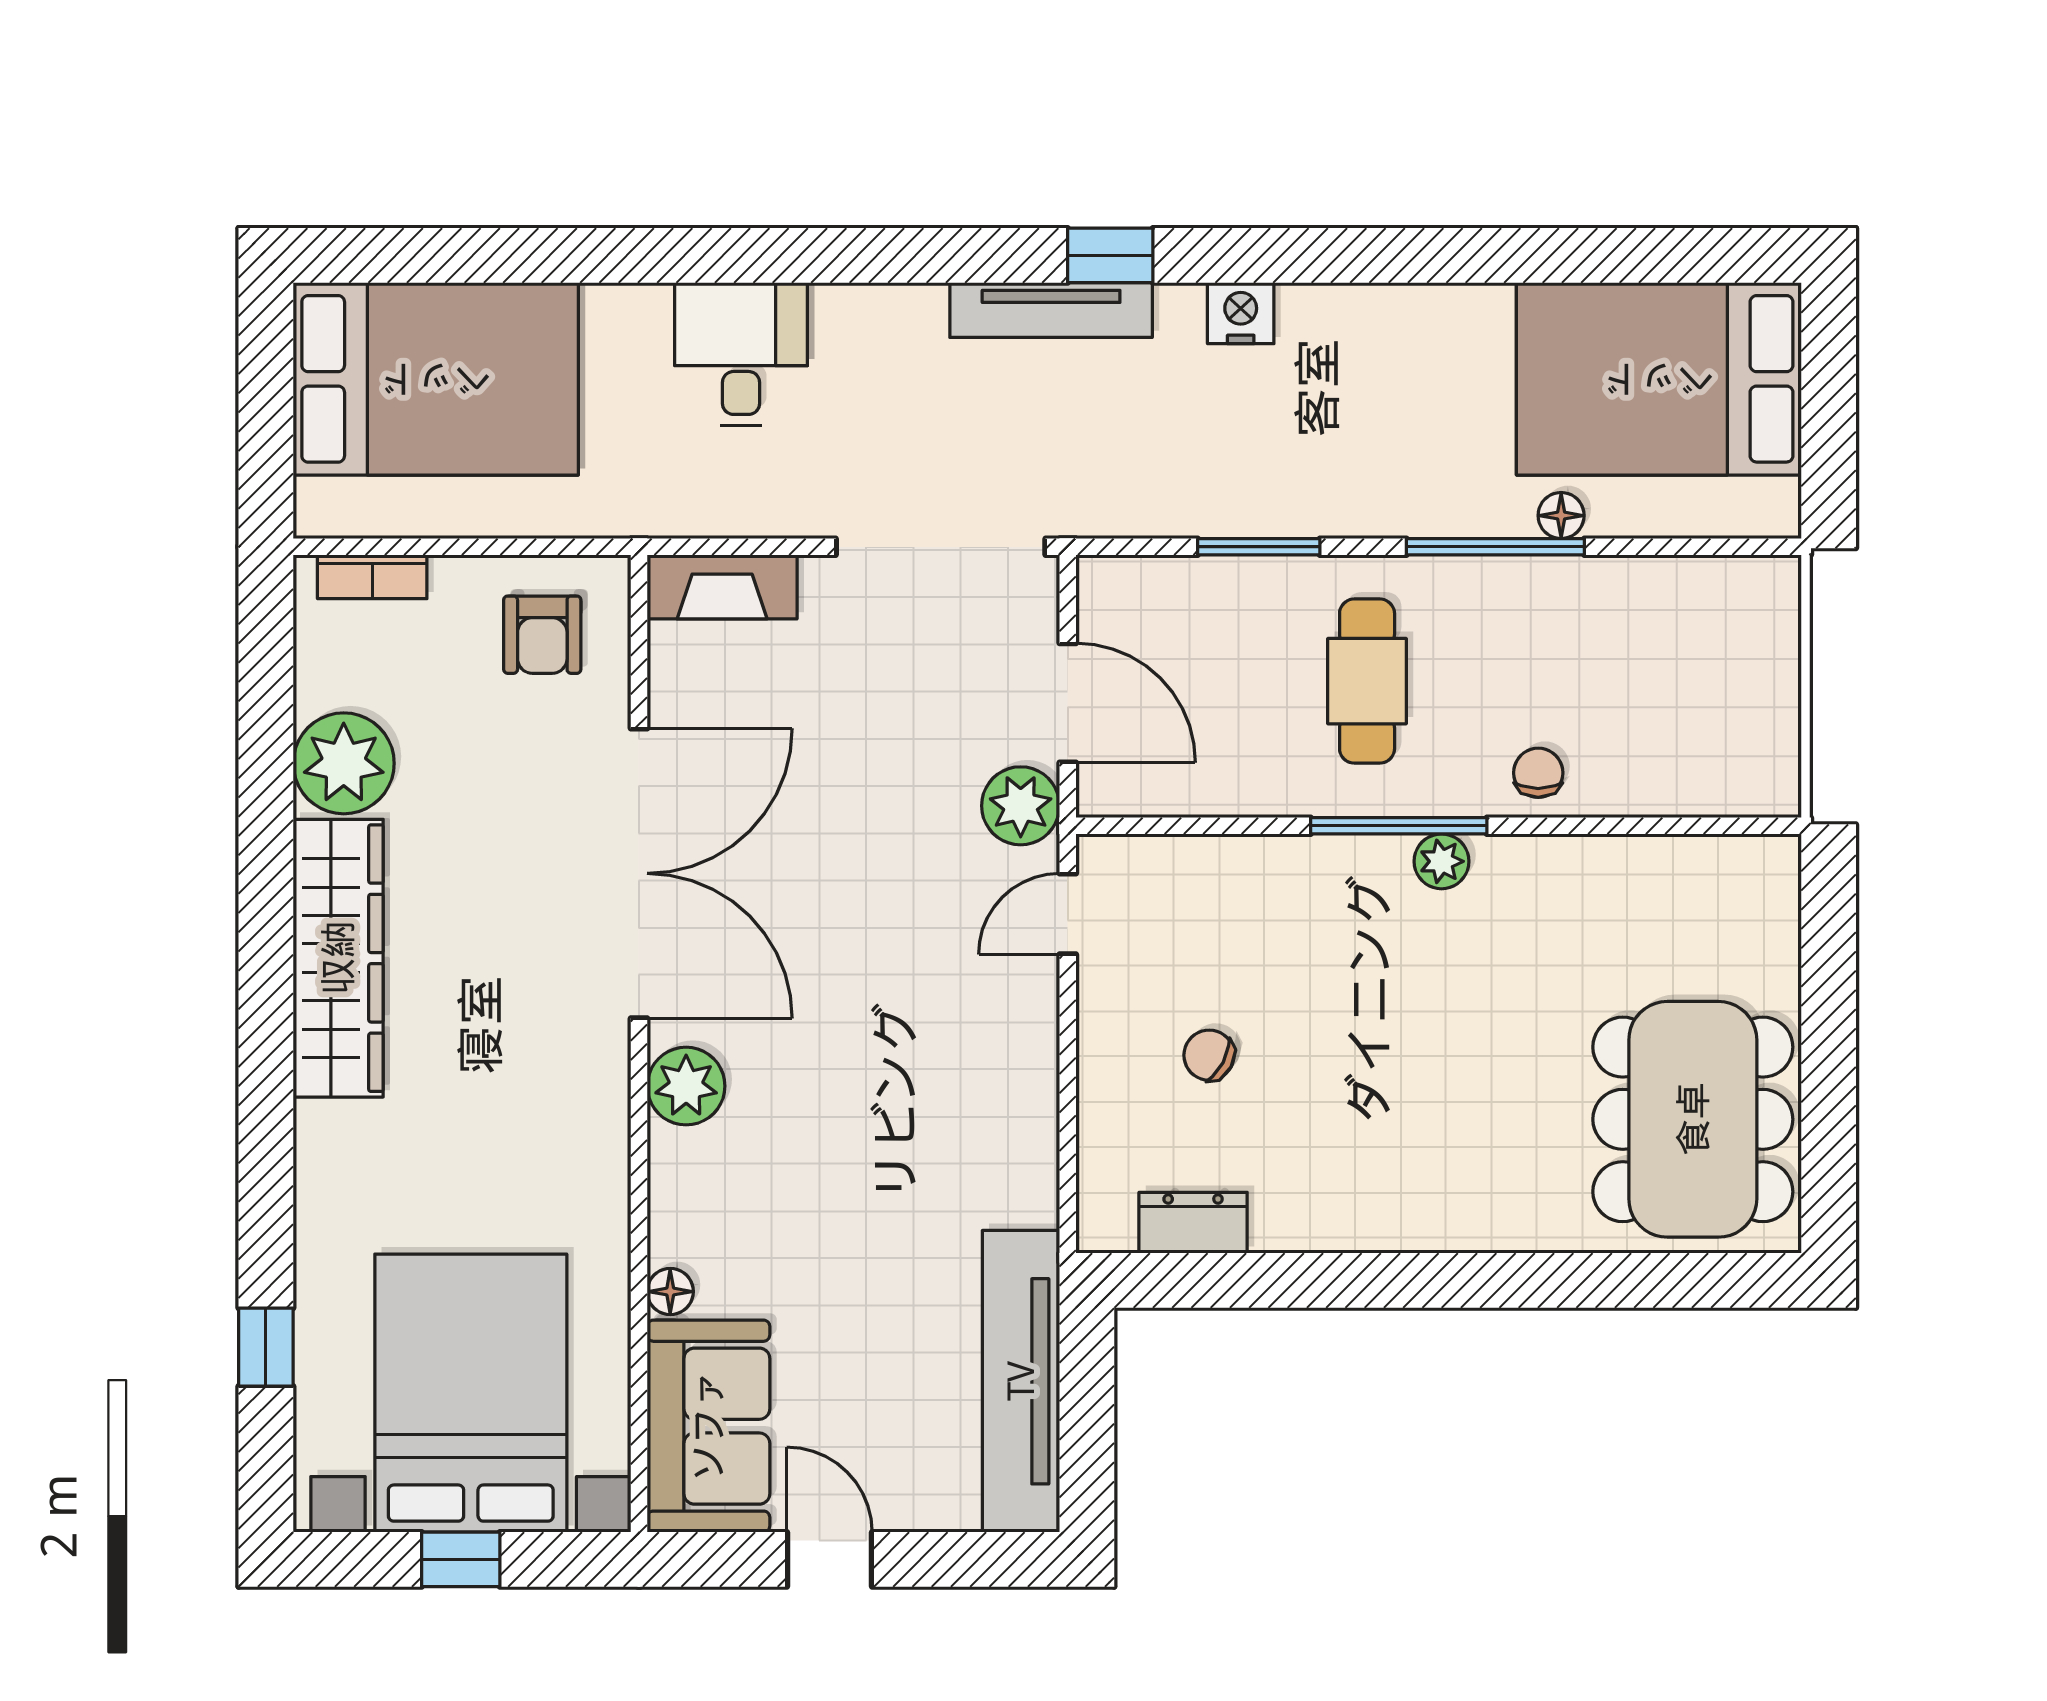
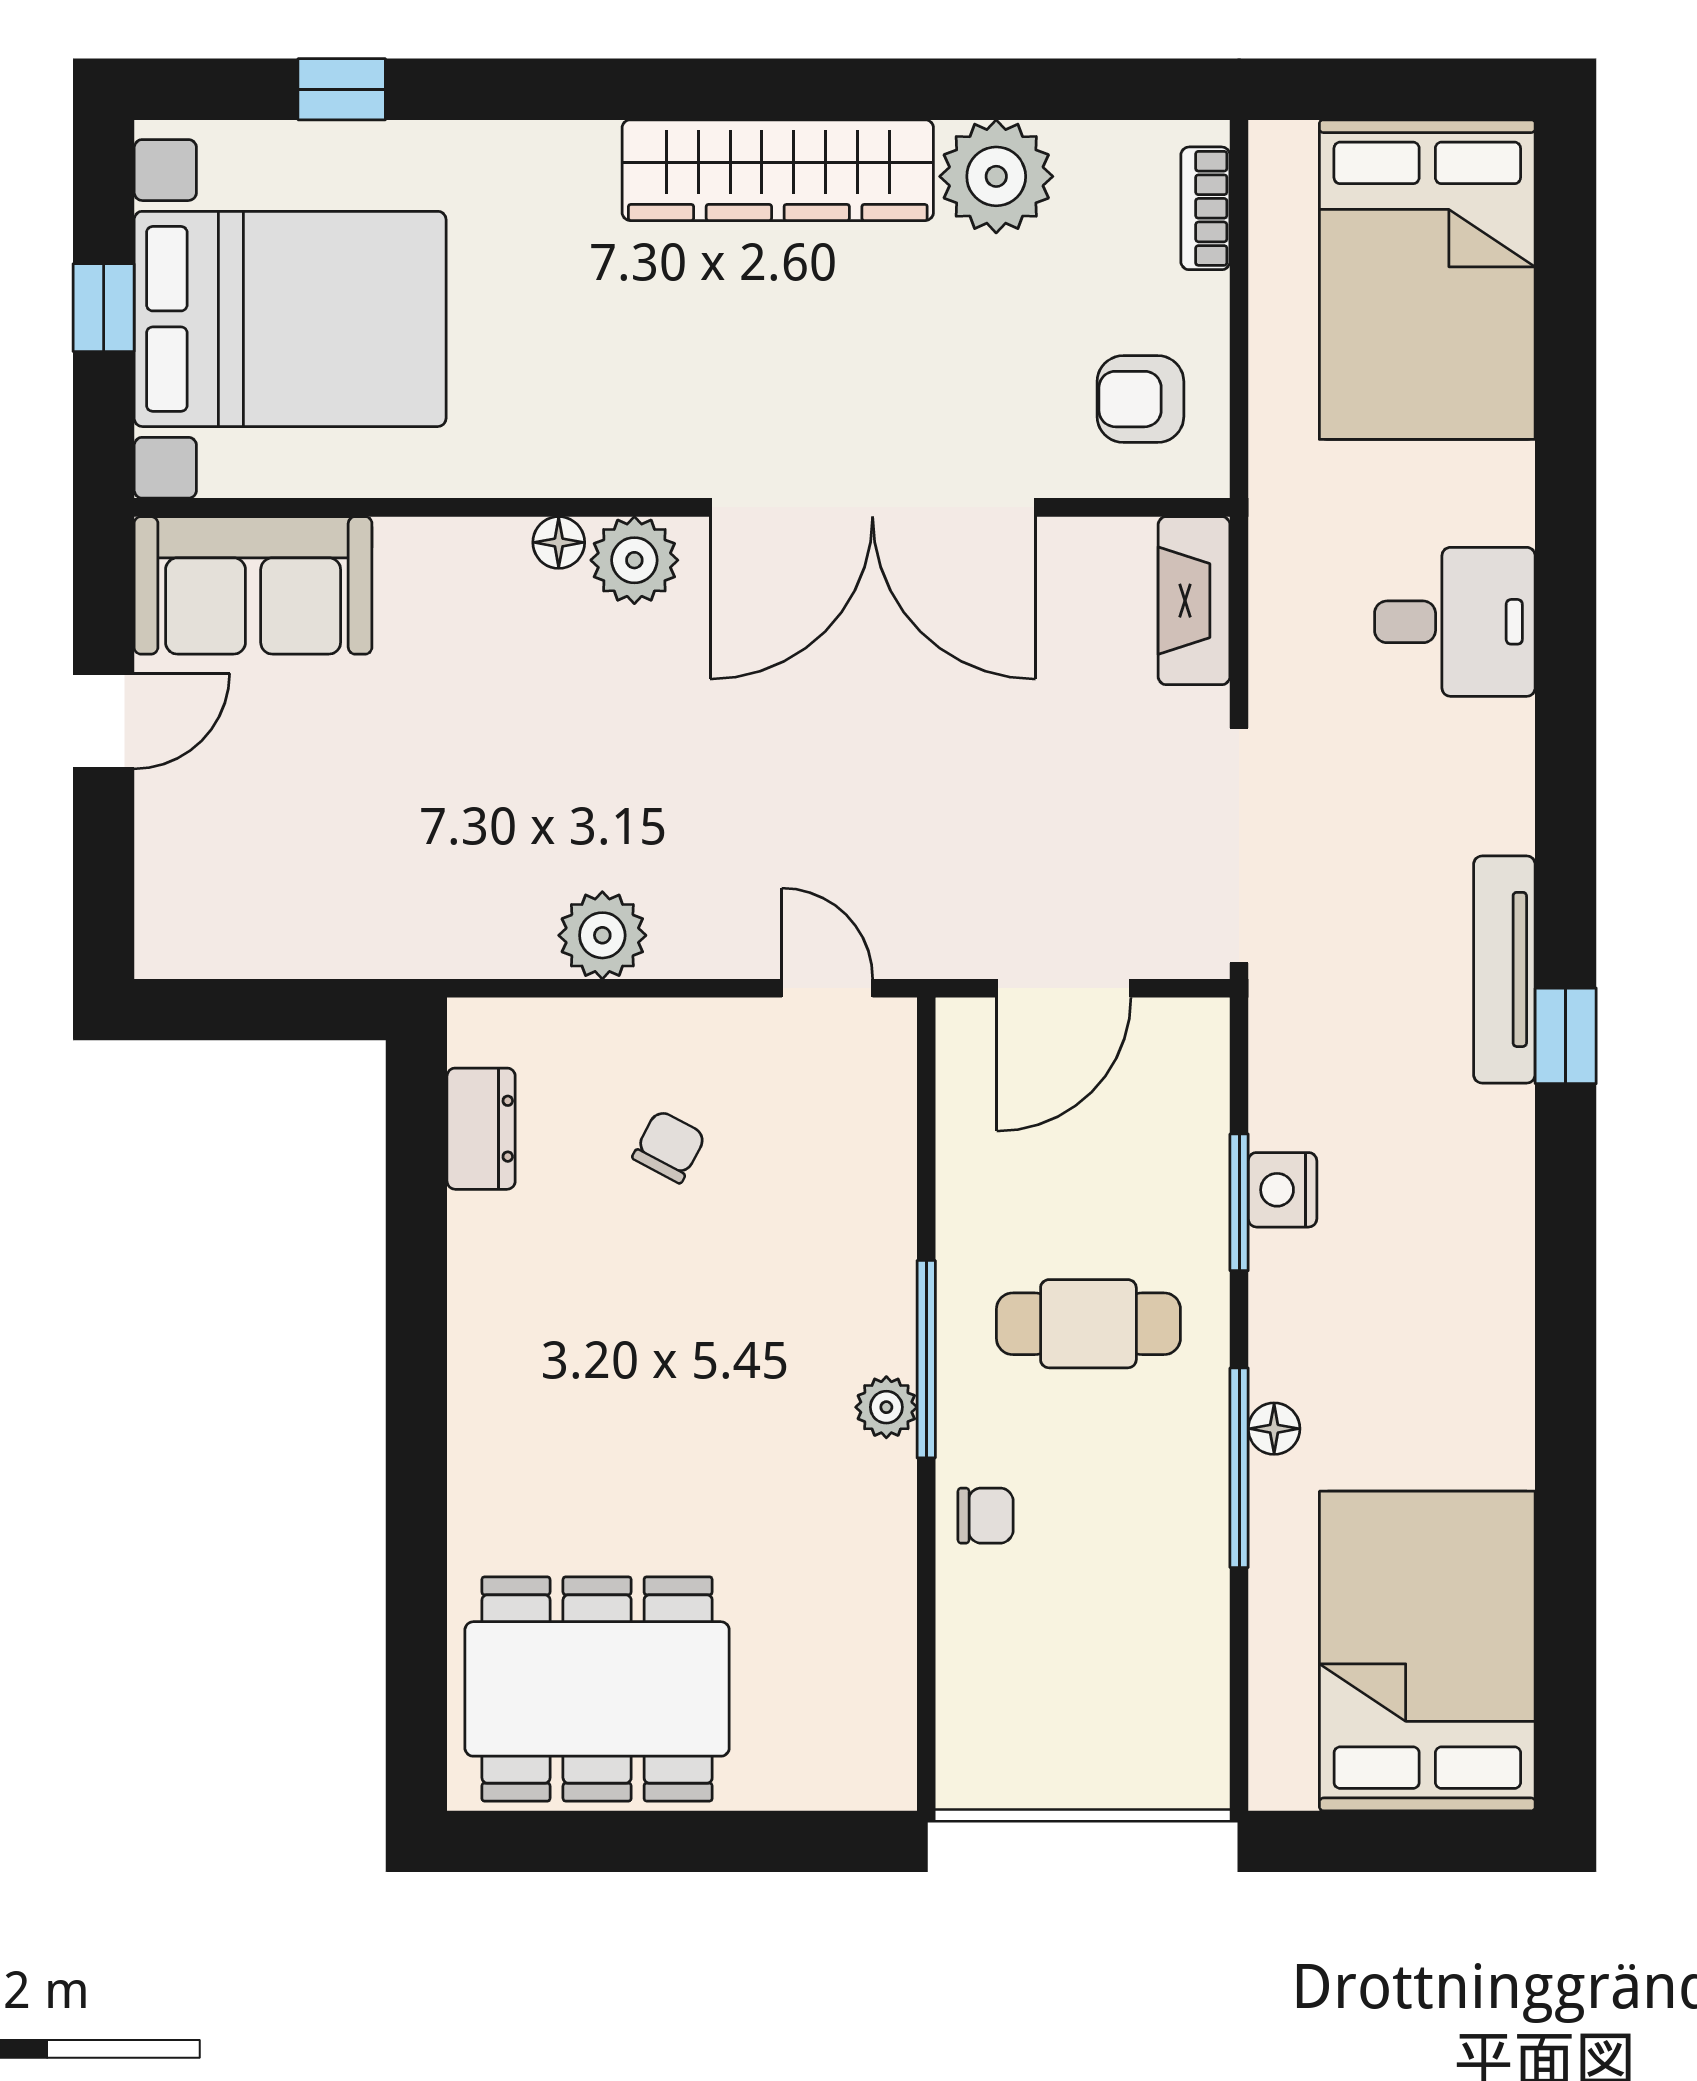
nightstand: (1241, 313) -> (1282, 1190), moved, turned 180
floor lamp: (1561, 516) -> (1274, 1429), moved
plant: (1021, 806) -> (602, 935), moved
floor lamp: (670, 1292) -> (559, 542), moved
tv unit: (1021, 1381) -> (303, 936), removed

